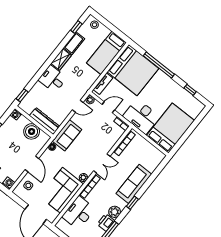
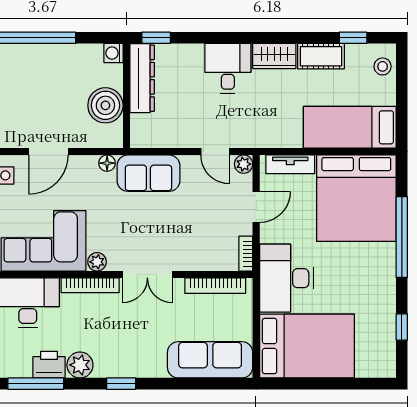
door: (108, 107) -> (256, 207), hinge flipped
dresser: (45, 121) -> (142, 78), moved
sofa: (134, 184) -> (210, 360), moved

